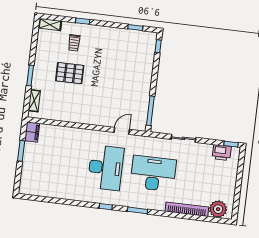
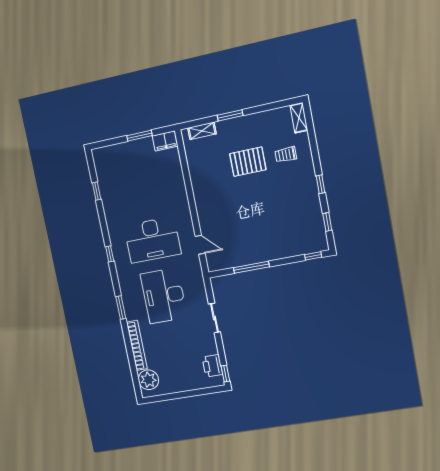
window: (83, 21) -> (321, 184), moved
pallet: (70, 73) -> (248, 162), turned 90
window: (150, 111) -> (251, 267), moved
desk: (153, 173) -> (164, 296), turned 180
window: (52, 200) -> (97, 191), added
window: (138, 210) -> (121, 308), moved

